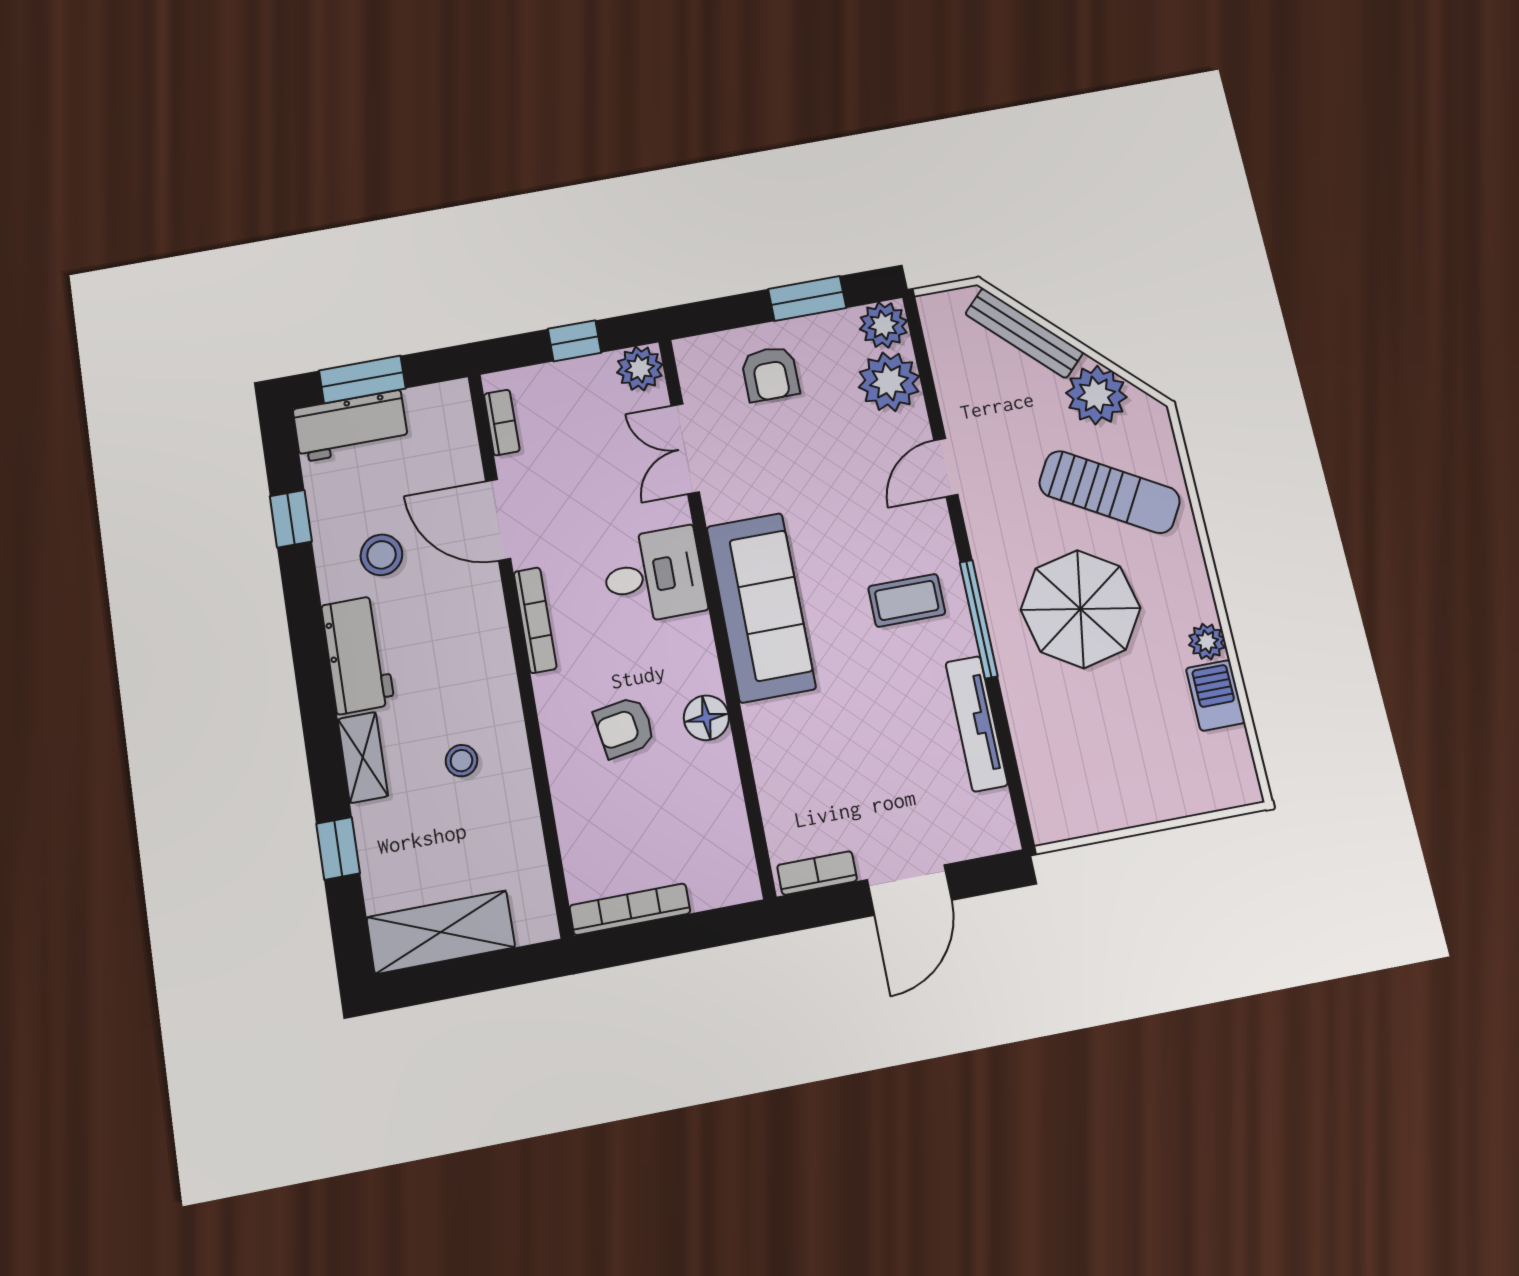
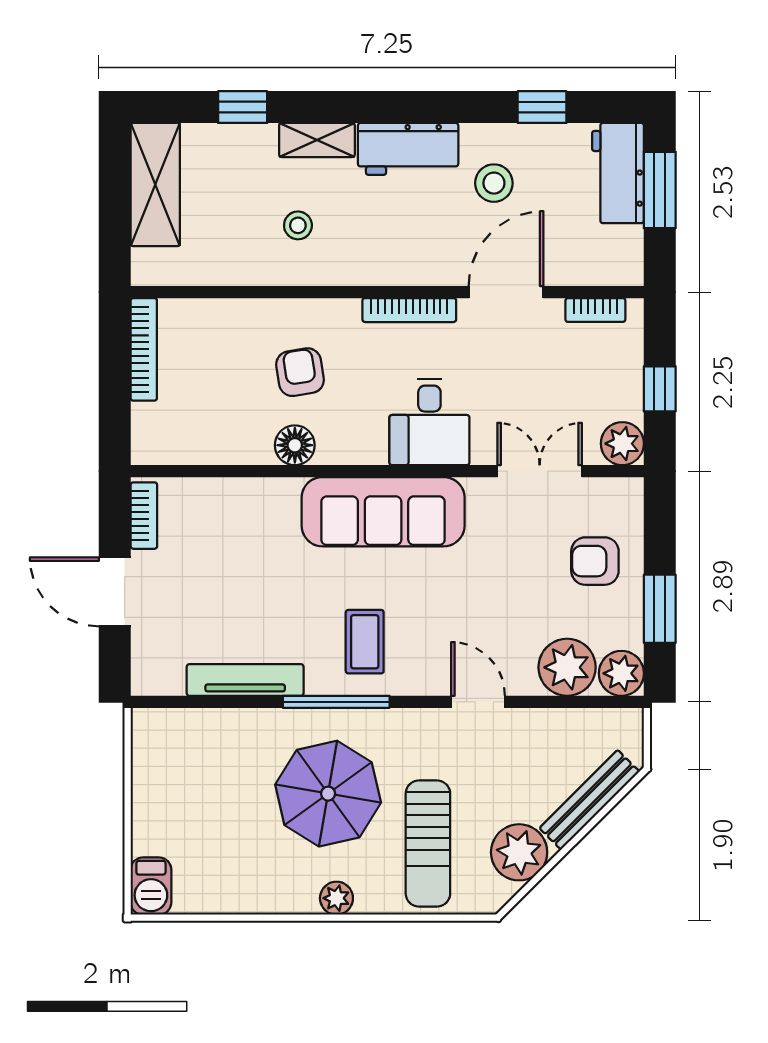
sun lounger: (1110, 492) -> (428, 844), turned -30
plant: (1207, 642) -> (336, 898), moved
barbecue: (1215, 695) -> (151, 886), moved, turned 90

